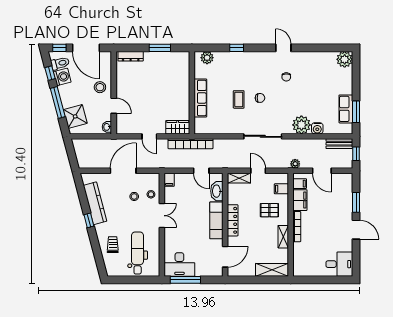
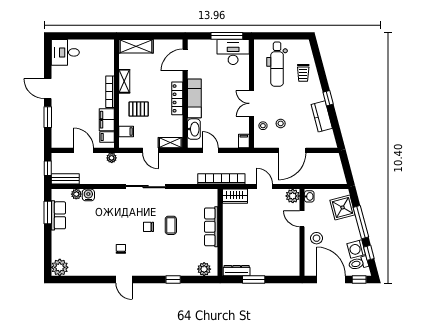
dresser: (131, 56) -> (237, 271), moved
plant: (301, 125) -> (76, 194), moved, width x0.53, depth x0.53
plant: (123, 127) -> (293, 196), added
kitchen counter: (95, 203) -> (322, 116), width x0.67

